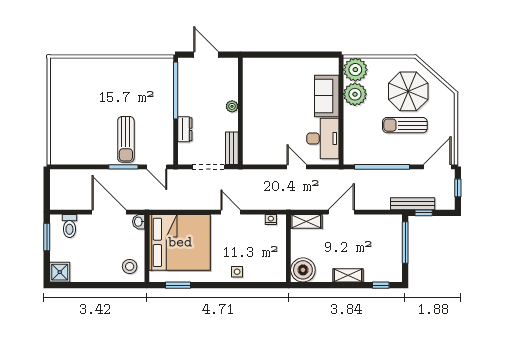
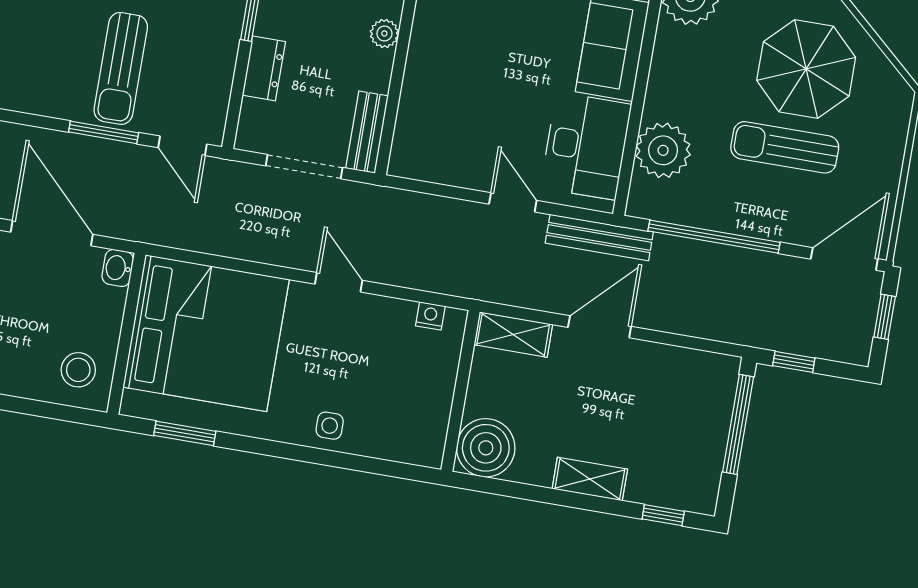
plant: (355, 94) -> (663, 150), moved
bench: (413, 204) -> (599, 237), moved

